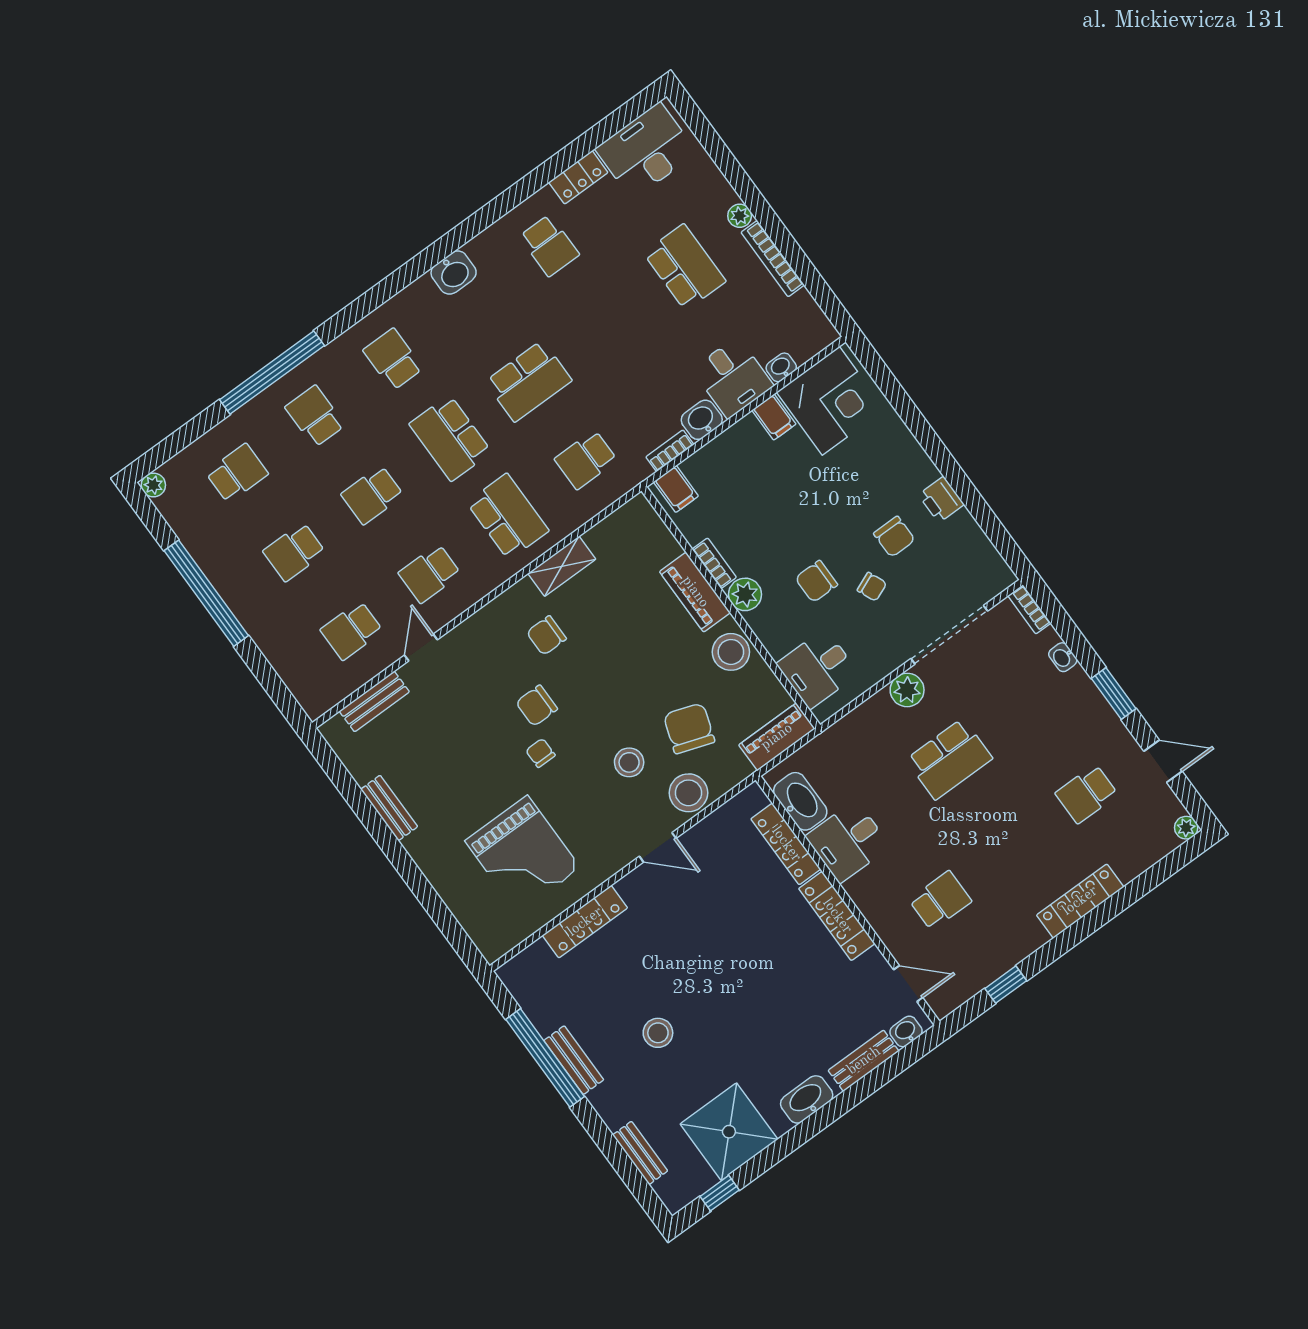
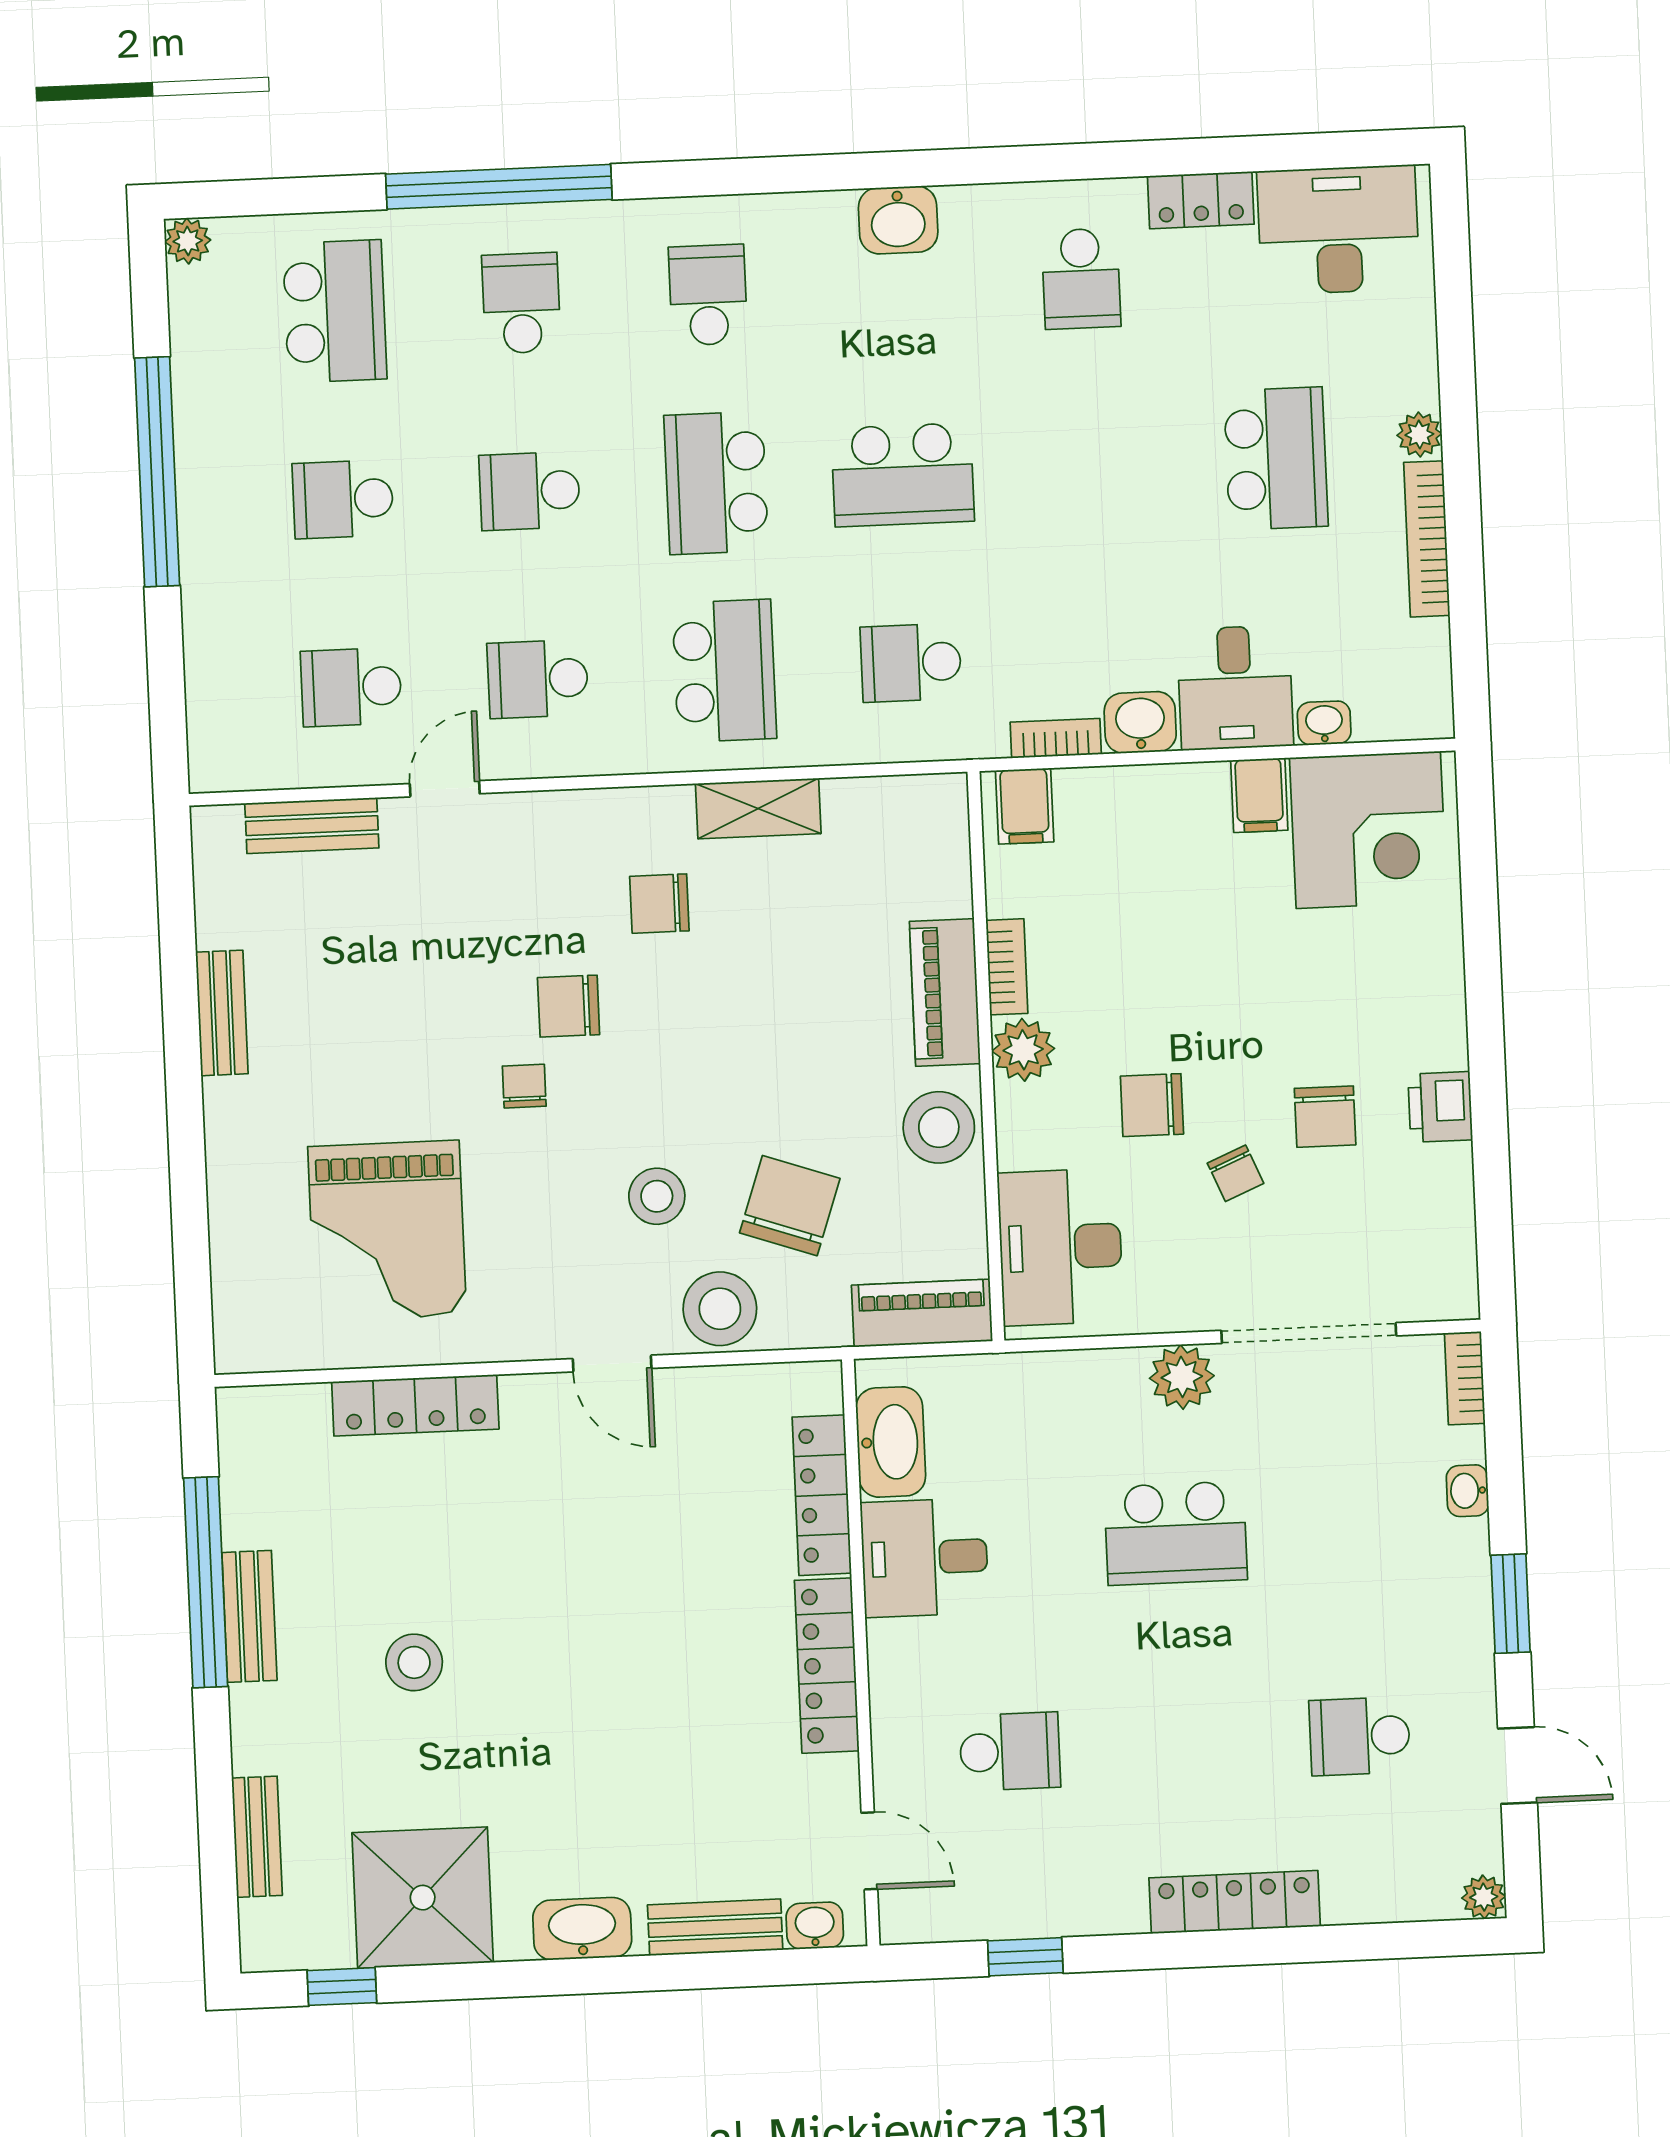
school desk: (237, 473) -> (335, 311), width x1.85
desk: (818, 669) -> (1061, 1247), width x1.37

